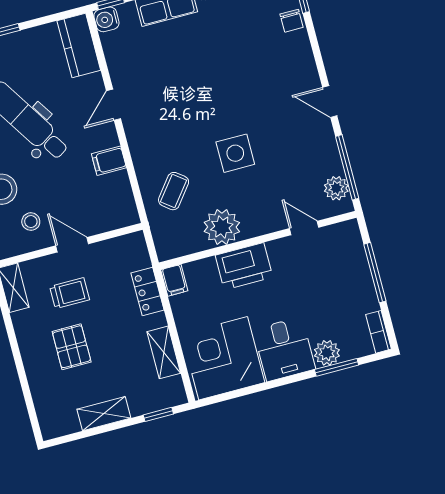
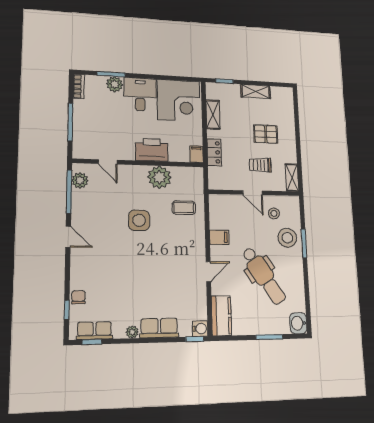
coffee table: (174, 191) -> (184, 208), turned 52
pallet: (72, 347) -> (266, 134), turned 90

